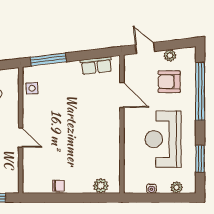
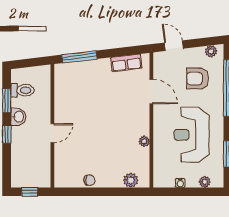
plant: (170, 55) -> (211, 51), moved
side table: (32, 88) -> (64, 85), removed
door: (21, 138) -> (52, 133), hinge flipped
plant: (115, 146) -> (144, 141), added

